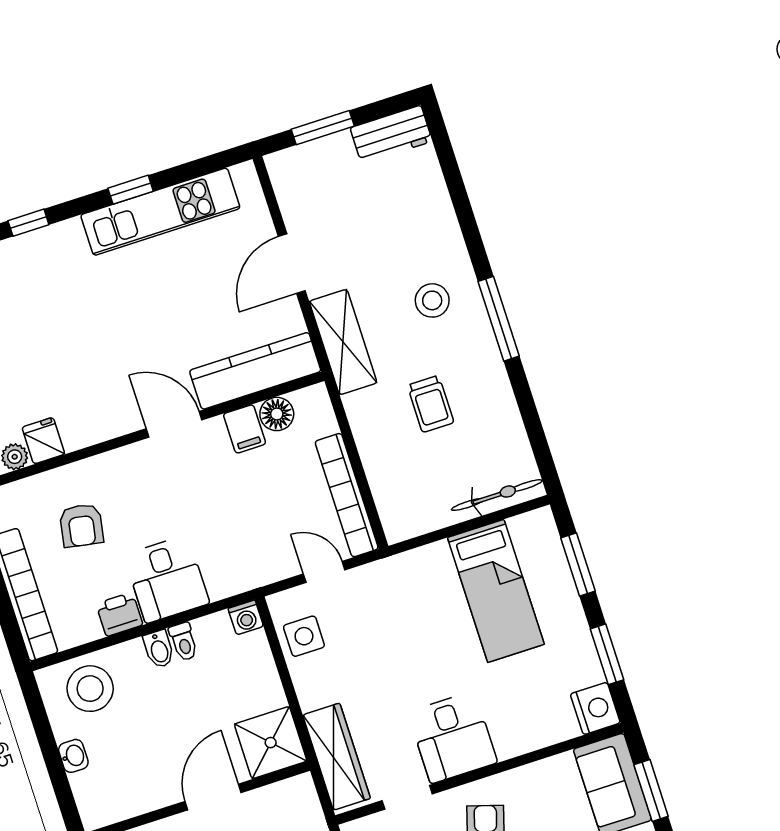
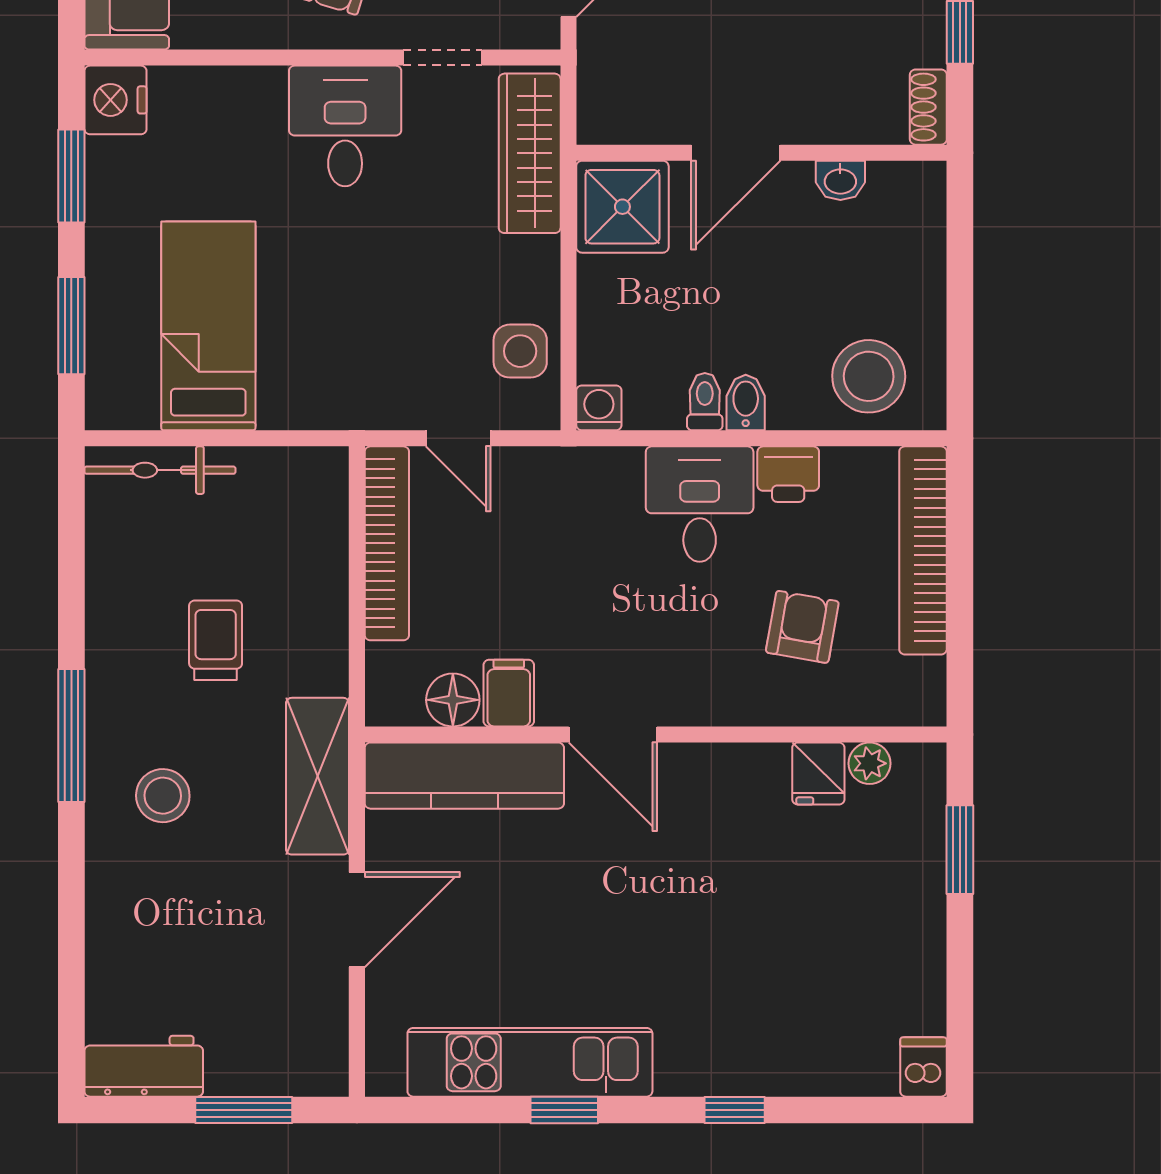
washbasin: (73, 756) -> (840, 180), moved, turned -90

